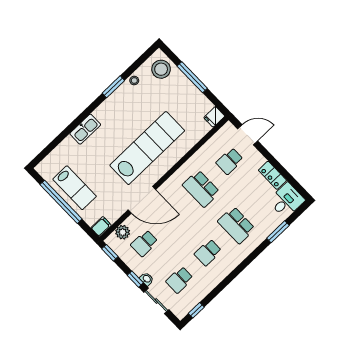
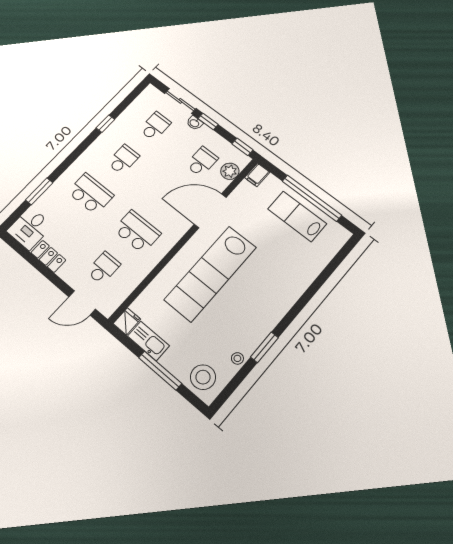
kitchen sink: (85, 129) -> (148, 341), moved, turned 90
window: (196, 310) -> (105, 124), moved

